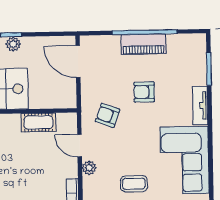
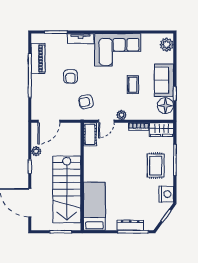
plant: (13, 44) -> (36, 151), moved
piano: (144, 44) -> (38, 59), moved
armchair: (108, 115) -> (86, 102), turned 59
cot: (38, 122) -> (90, 134), moved

